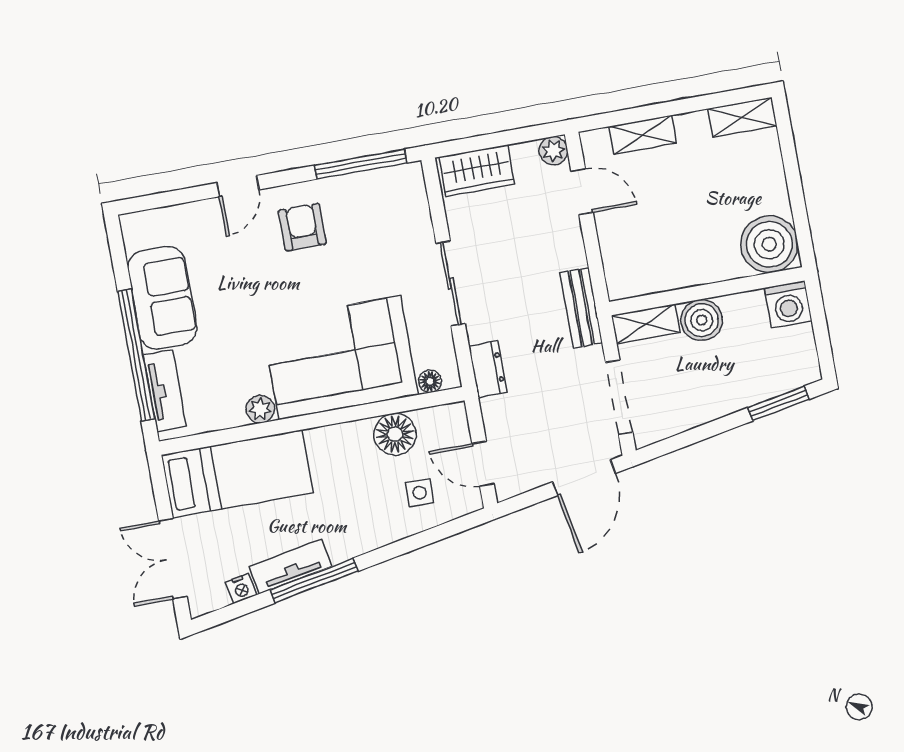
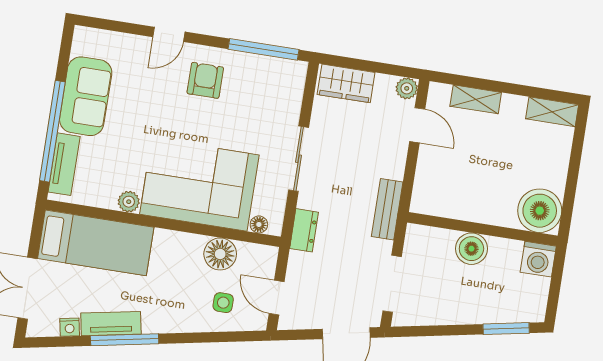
shelving: (646, 324) -> (430, 237), removed

